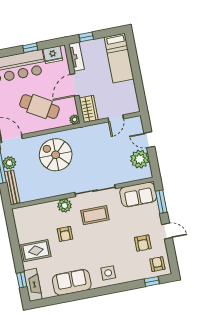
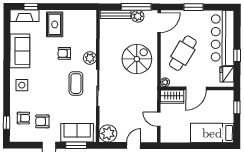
tv unit: (76, 57) -> (221, 95), removed
door: (75, 85) -> (196, 88), swing flipped
plant: (140, 159) -> (108, 133), moved
sofa: (138, 195) -> (77, 133), moved, turned 90
armchair: (157, 264) -> (23, 118), moved

